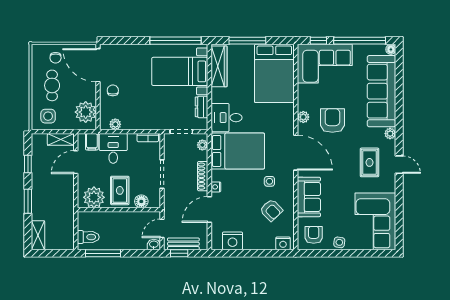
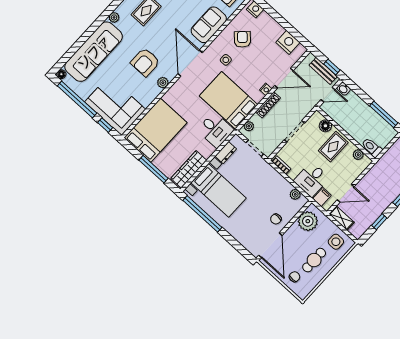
plant: (94, 197) -> (358, 155), width x0.53, depth x0.53
toilet: (88, 237) -> (372, 148), moved

